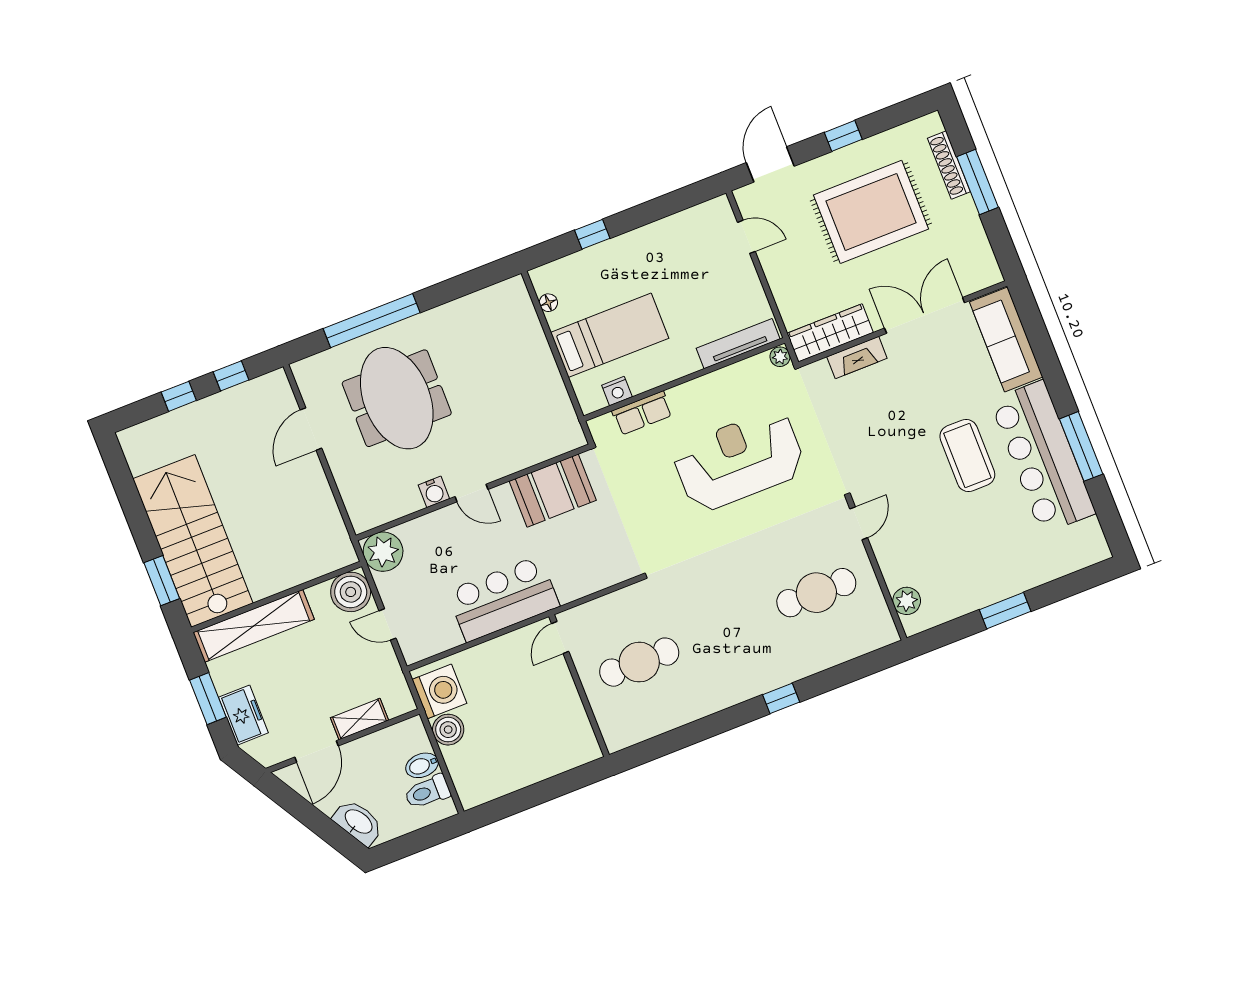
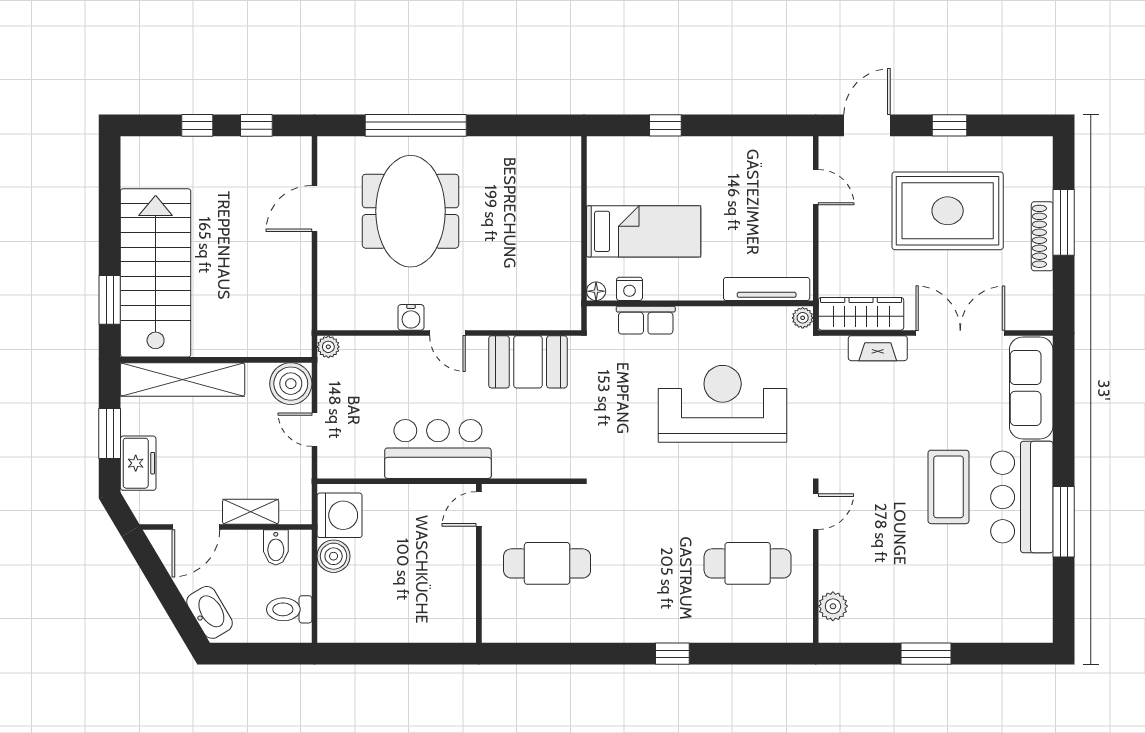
shoe rack: (949, 165) -> (1042, 236), moved
floor lamp: (548, 303) -> (596, 291), moved
bar counter: (1043, 457) -> (1022, 497), width x0.73
plant: (383, 552) -> (328, 347), width x0.53, depth x0.53
bidet: (422, 765) -> (276, 547), moved, turned -90

